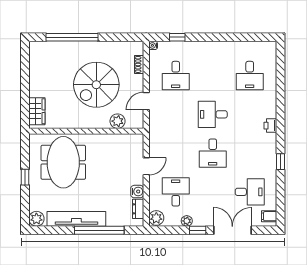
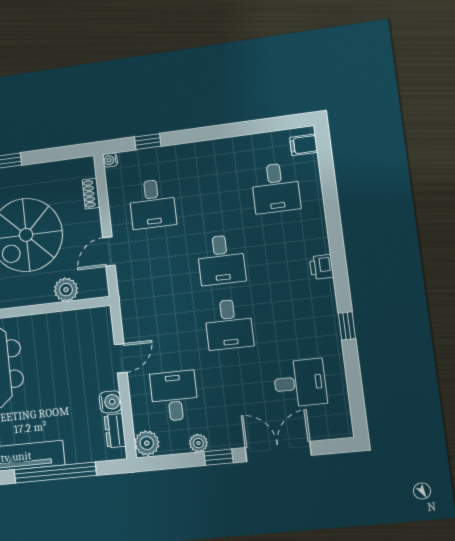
desk: (213, 114) -> (221, 260), turned -90
filing cabinet: (269, 216) -> (304, 145), moved

